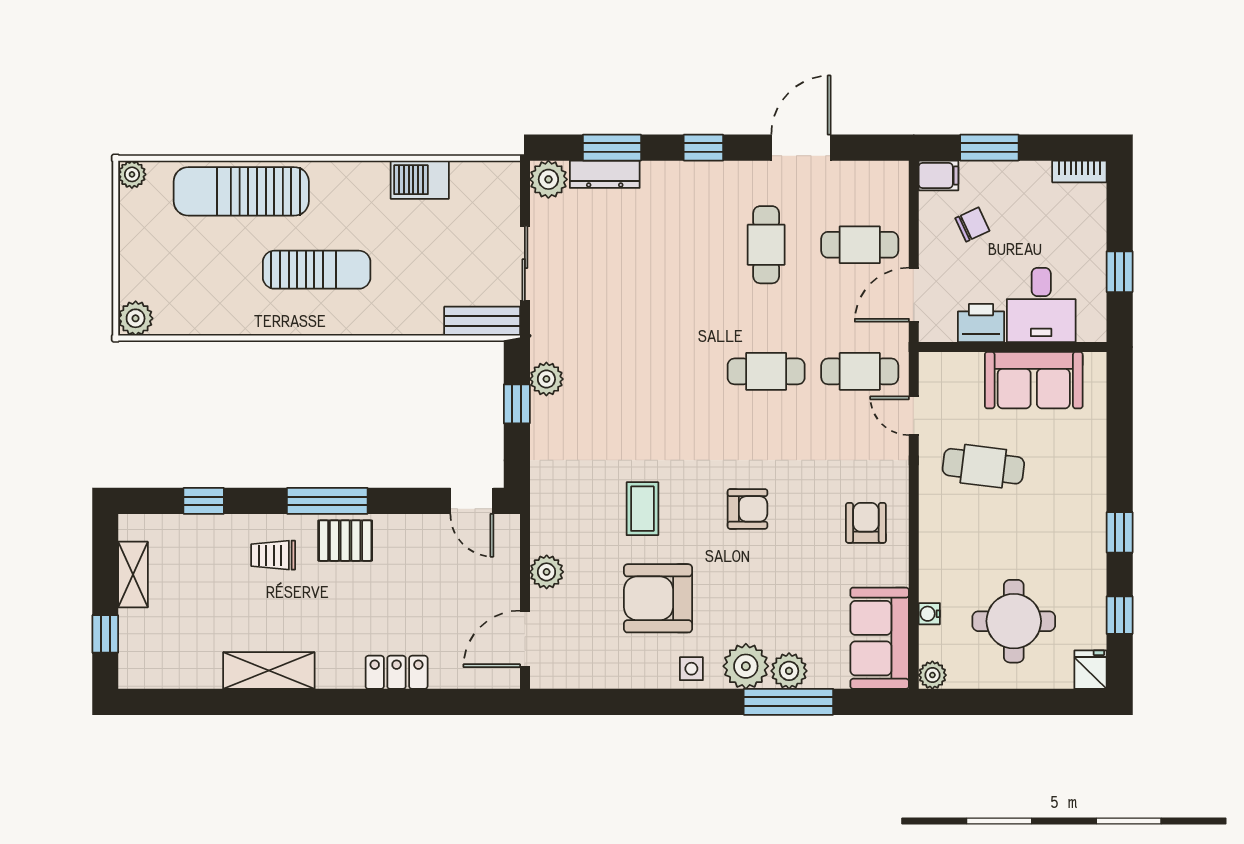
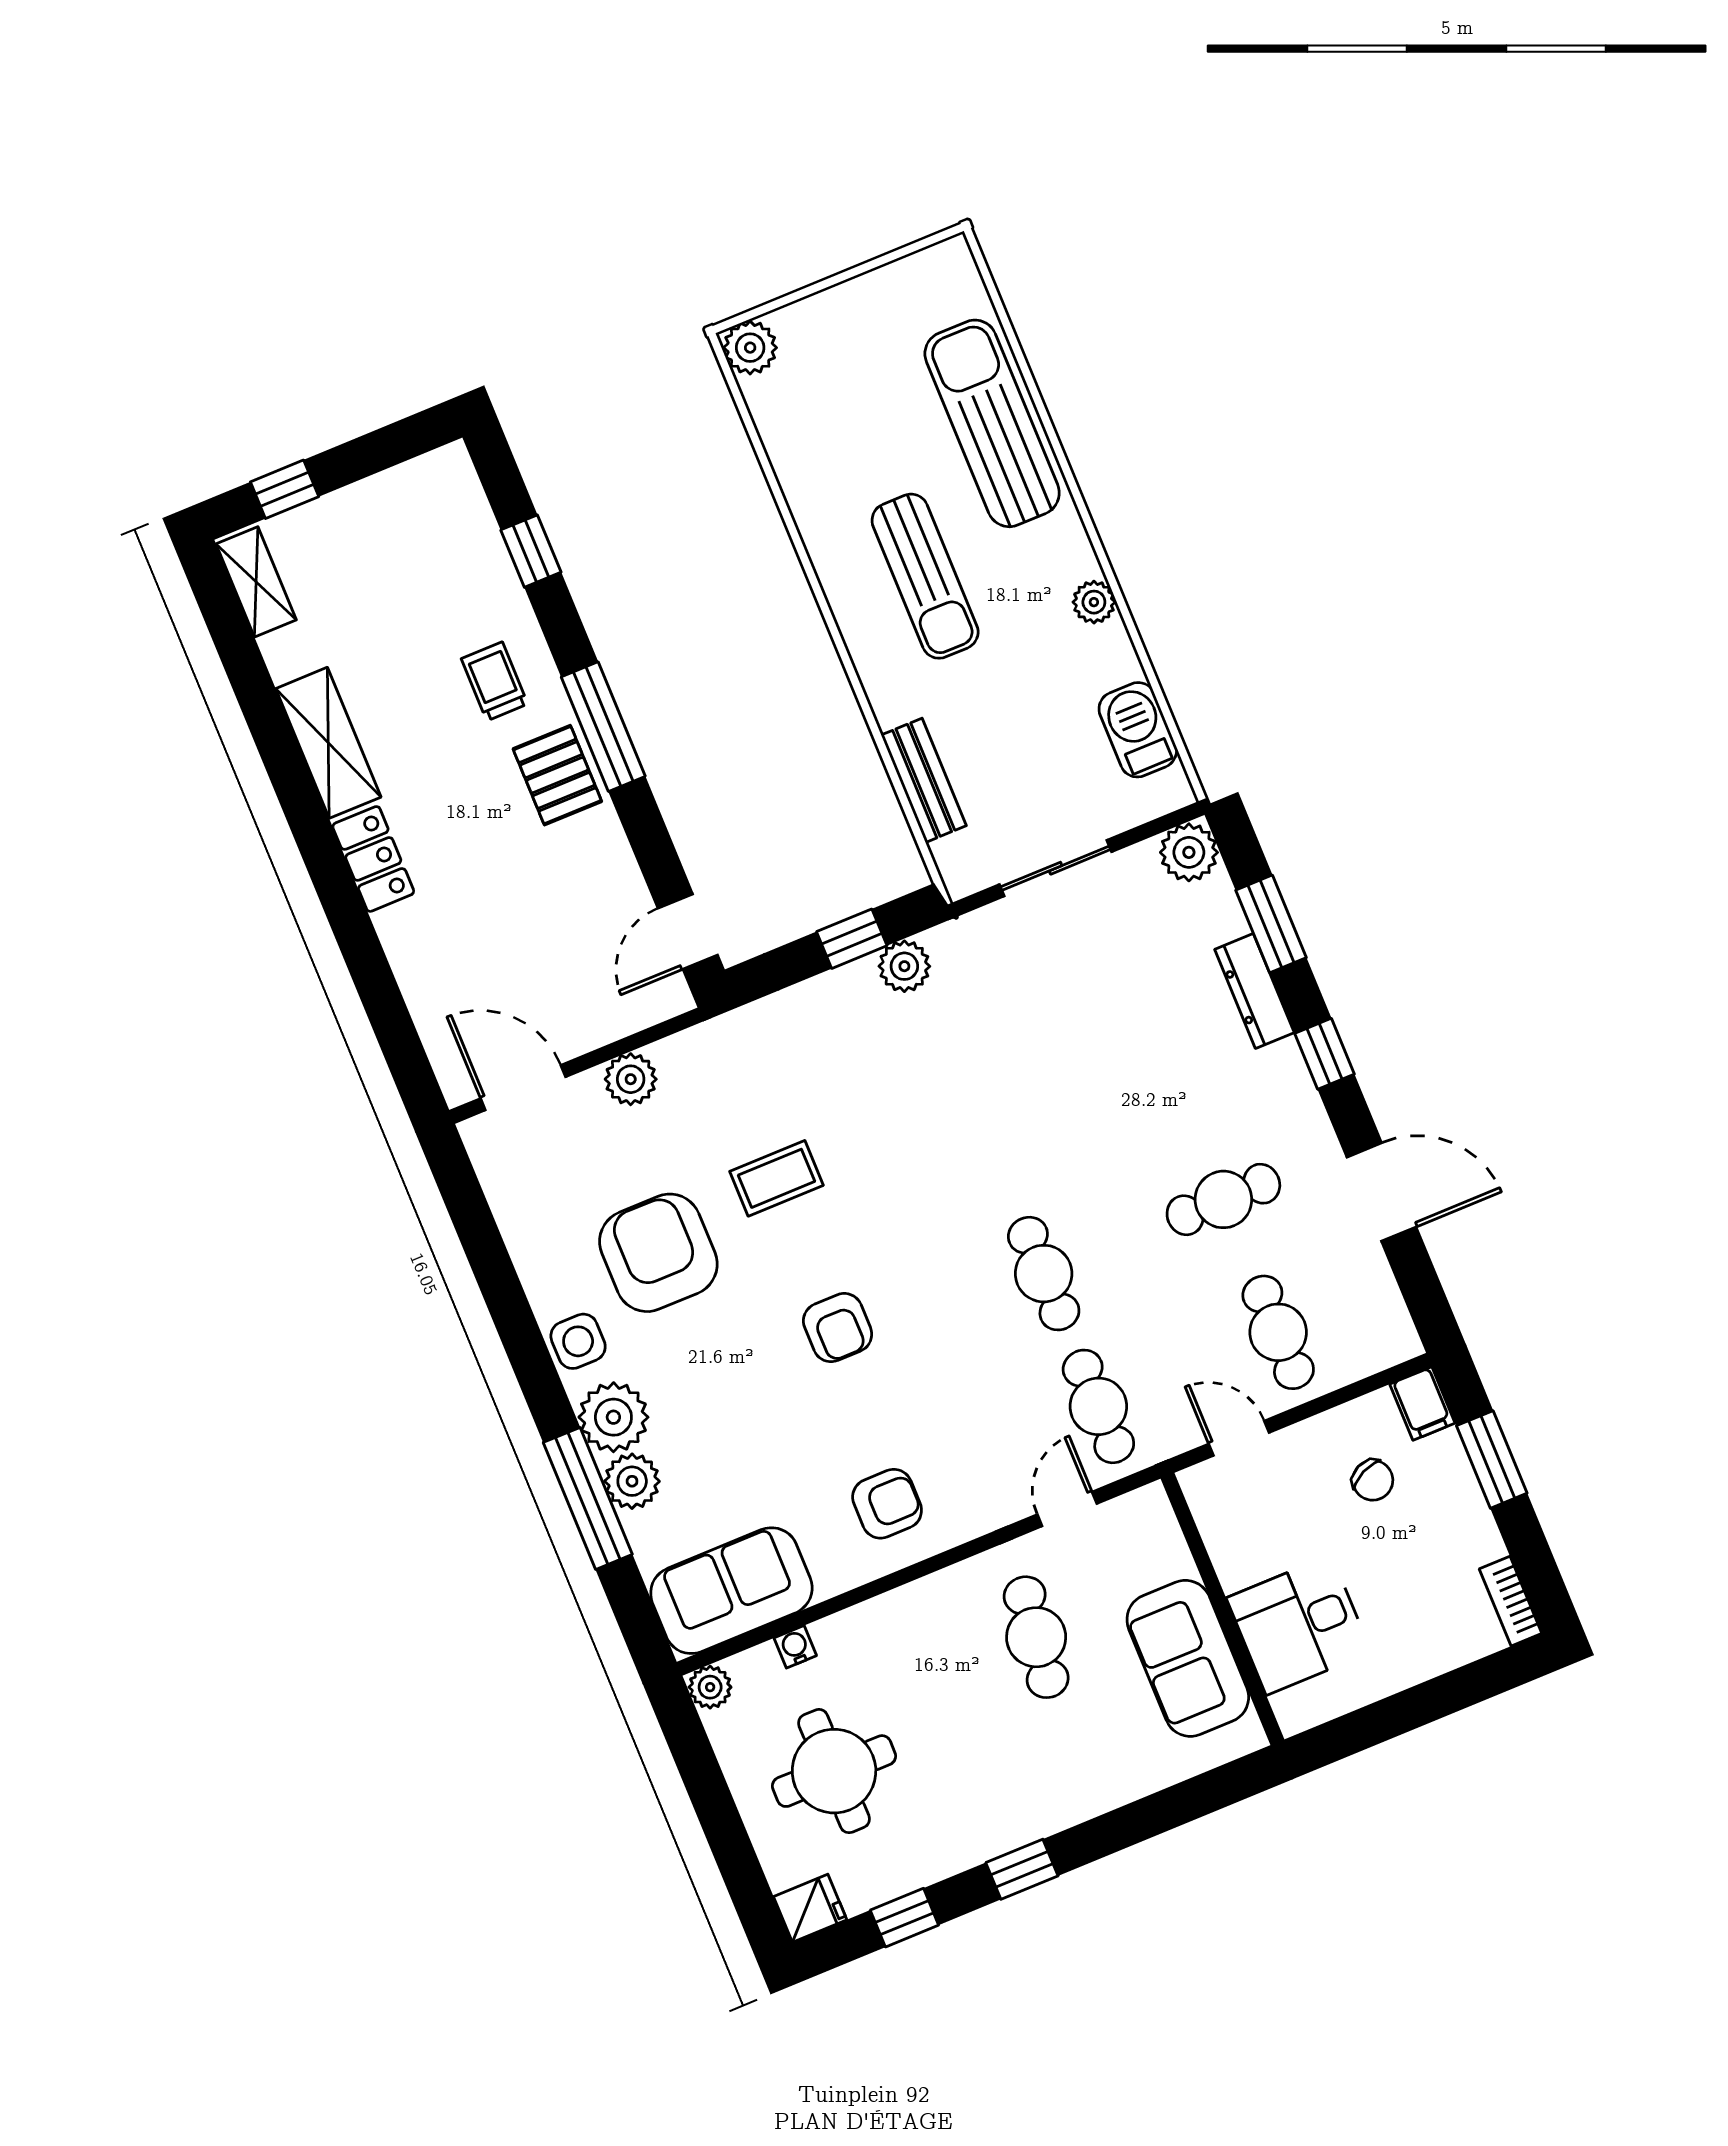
plant: (132, 174) -> (1094, 602), moved
dresser: (605, 174) -> (1254, 991), moved
barbecue: (420, 180) -> (1138, 730), moved
window: (1120, 272) -> (1392, 1717), removed
door: (914, 295) -> (1239, 1438), width x0.73
bench: (482, 321) -> (924, 780), moved
printer: (981, 323) -> (1238, 1550), removed
shelving: (133, 575) -> (256, 582), moved, turned 90
side table: (691, 669) -> (578, 1341), width x1.37, depth x1.37
locker: (397, 672) -> (373, 859), moved

